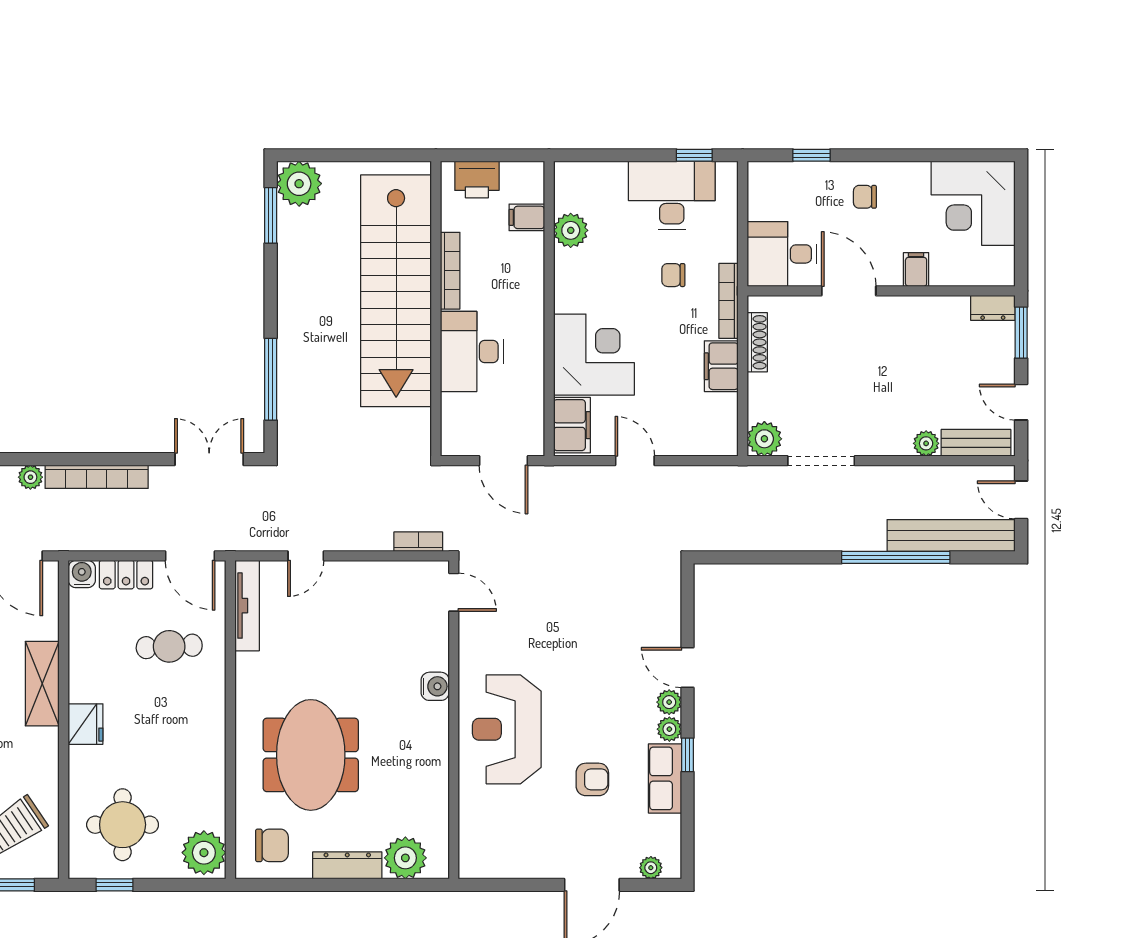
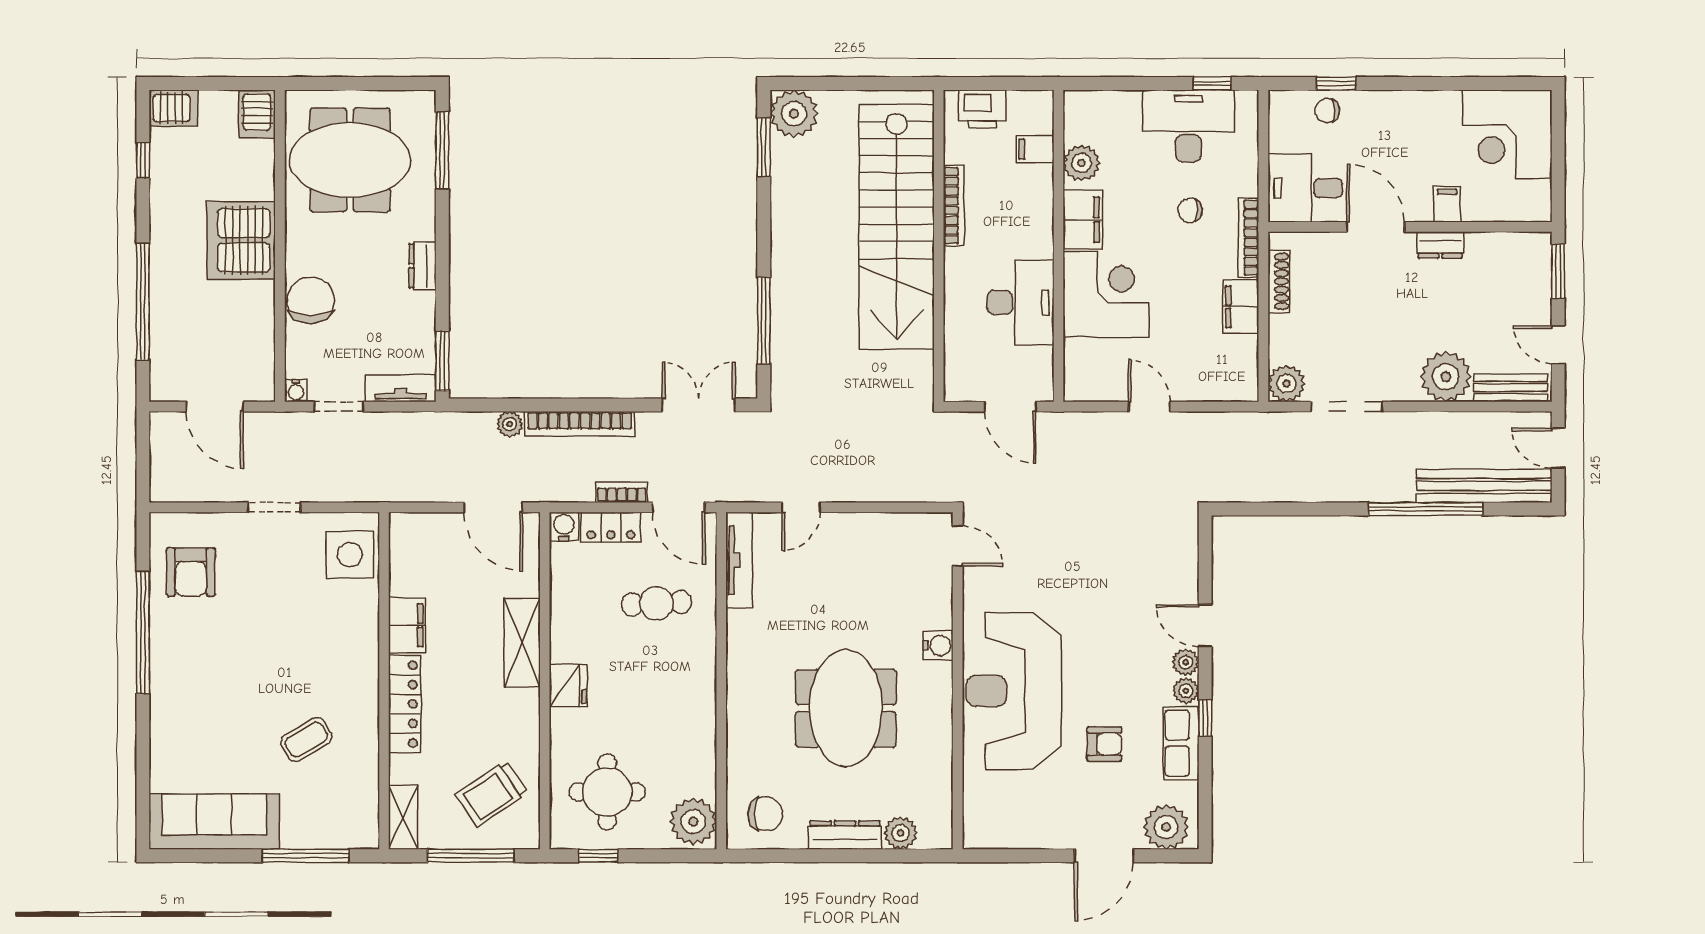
chair: (865, 197) -> (1327, 111), moved
dresser: (993, 308) -> (1440, 245), moved
desk: (472, 352) -> (1021, 303), moved, turned 180
filing cabinet: (572, 425) -> (1083, 220), moved
plant: (926, 443) -> (1446, 377), width x1.88, depth x1.88
bookcase: (418, 542) -> (622, 492), moved
reception desk: (507, 729) -> (1014, 691), width x1.36, depth x1.30
meeting table: (311, 755) -> (846, 708), moved
plant: (405, 858) -> (900, 833), width x0.73, depth x0.73
plant: (651, 868) -> (1166, 827), width x1.87, depth x1.87

